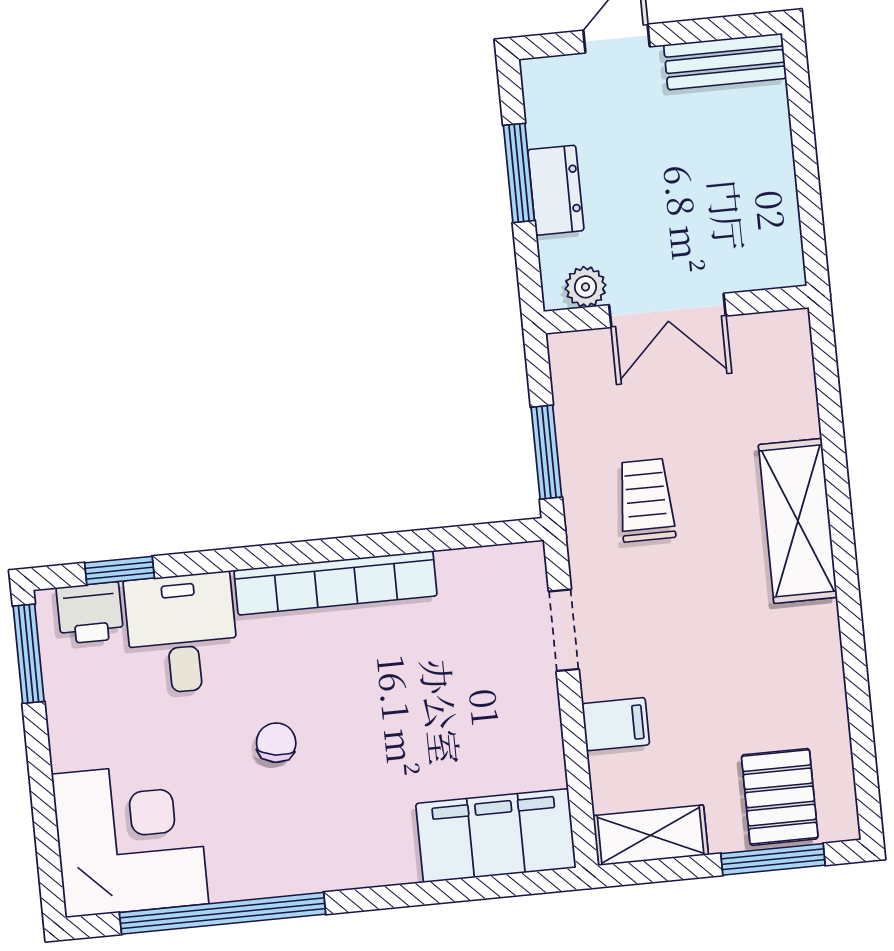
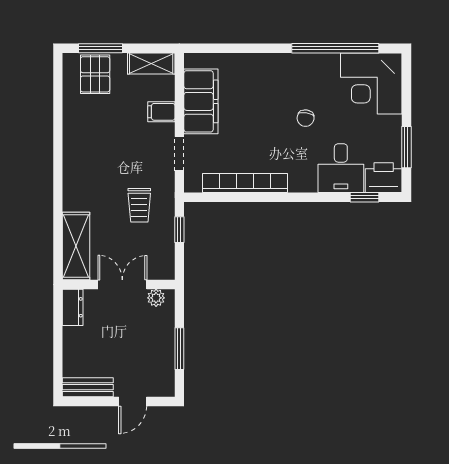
dresser: (556, 190) -> (73, 307), moved, turned 180
window: (546, 452) -> (179, 230), width x0.67
shelving: (798, 521) -> (76, 246), moved
bookcase: (336, 583) -> (245, 183), moved
printer: (90, 613) -> (384, 178), width x1.36, depth x1.24
window: (29, 654) -> (406, 147), moved
filing cabinet: (496, 836) -> (201, 101), moved, turned -90

